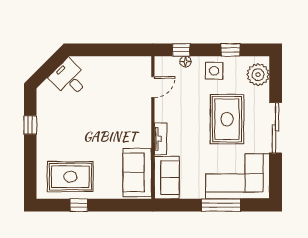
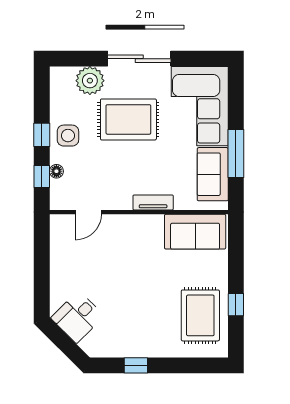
window: (231, 50) -> (42, 135), moved
plant: (258, 75) -> (90, 81), moved
door: (153, 87) -> (88, 212), swing flipped
sofa: (167, 178) -> (213, 174), moved, turned -90
window: (221, 205) -> (236, 153), moved

